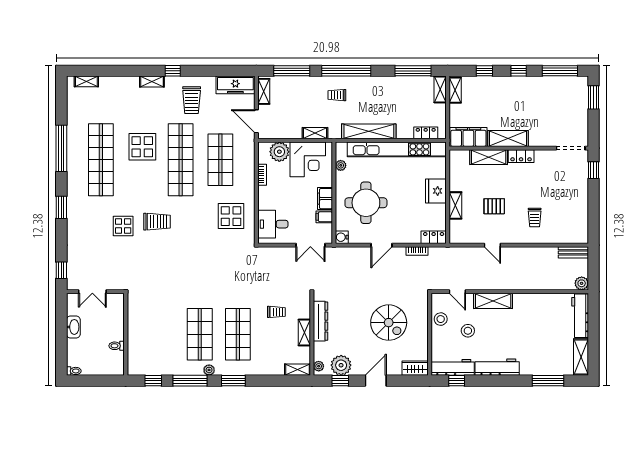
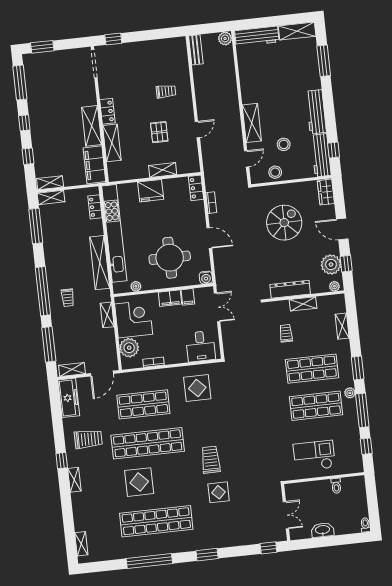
checkout: (149, 327) -> (314, 456), added
shelving: (298, 370) -> (342, 326), moved

